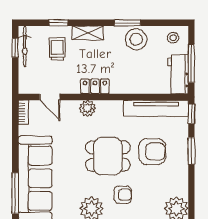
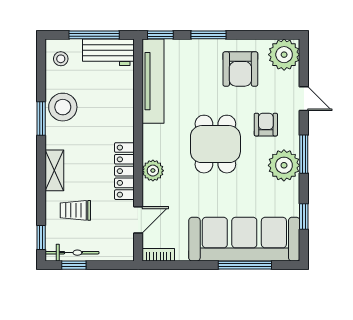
window: (59, 23) -> (41, 238), moved
locker: (95, 86) -> (124, 171), width x1.53
armchair: (152, 152) -> (240, 69), moved, turned 180
window: (15, 193) -> (245, 265), moved

